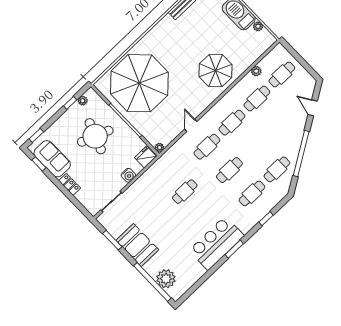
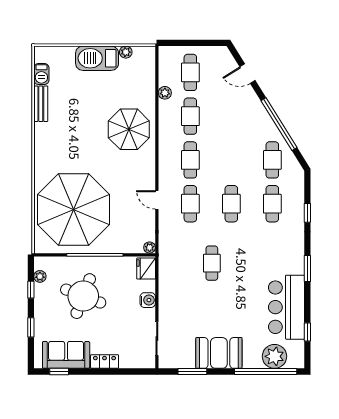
window: (36, 135) -> (31, 327), moved
bar counter: (217, 243) -> (286, 307), moved
window: (198, 284) -> (307, 332), added

